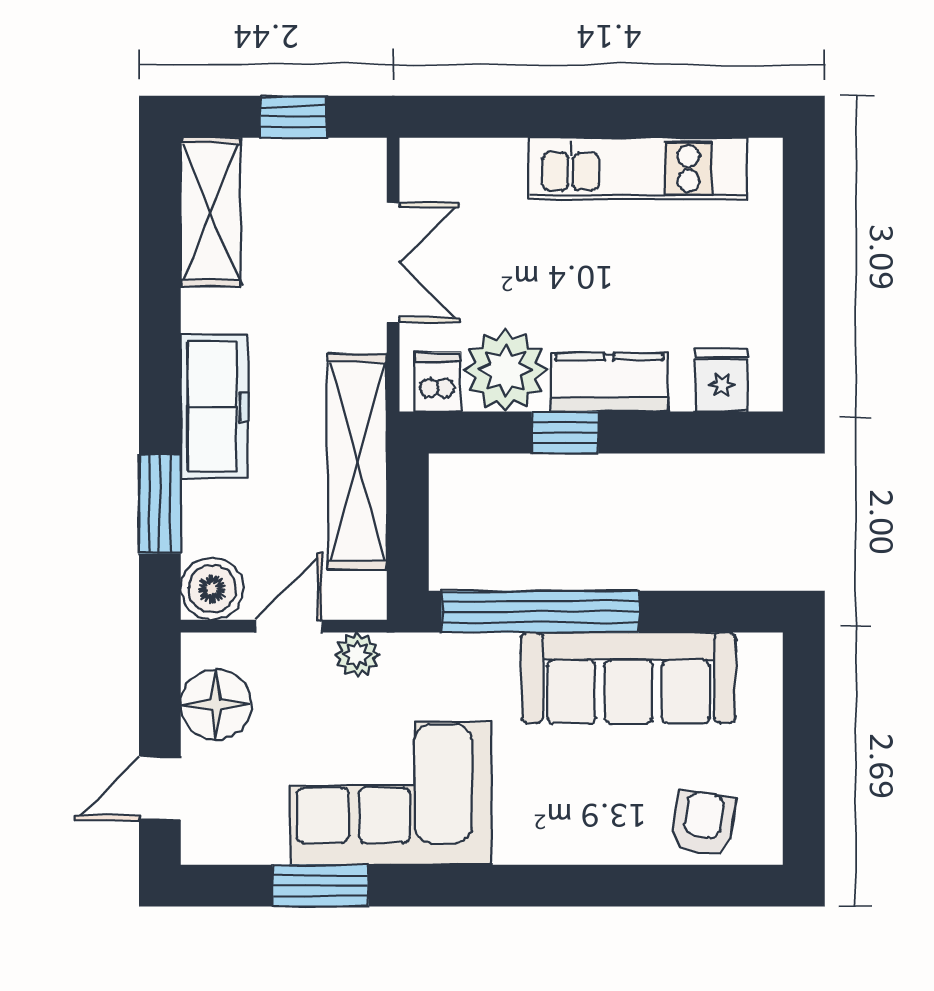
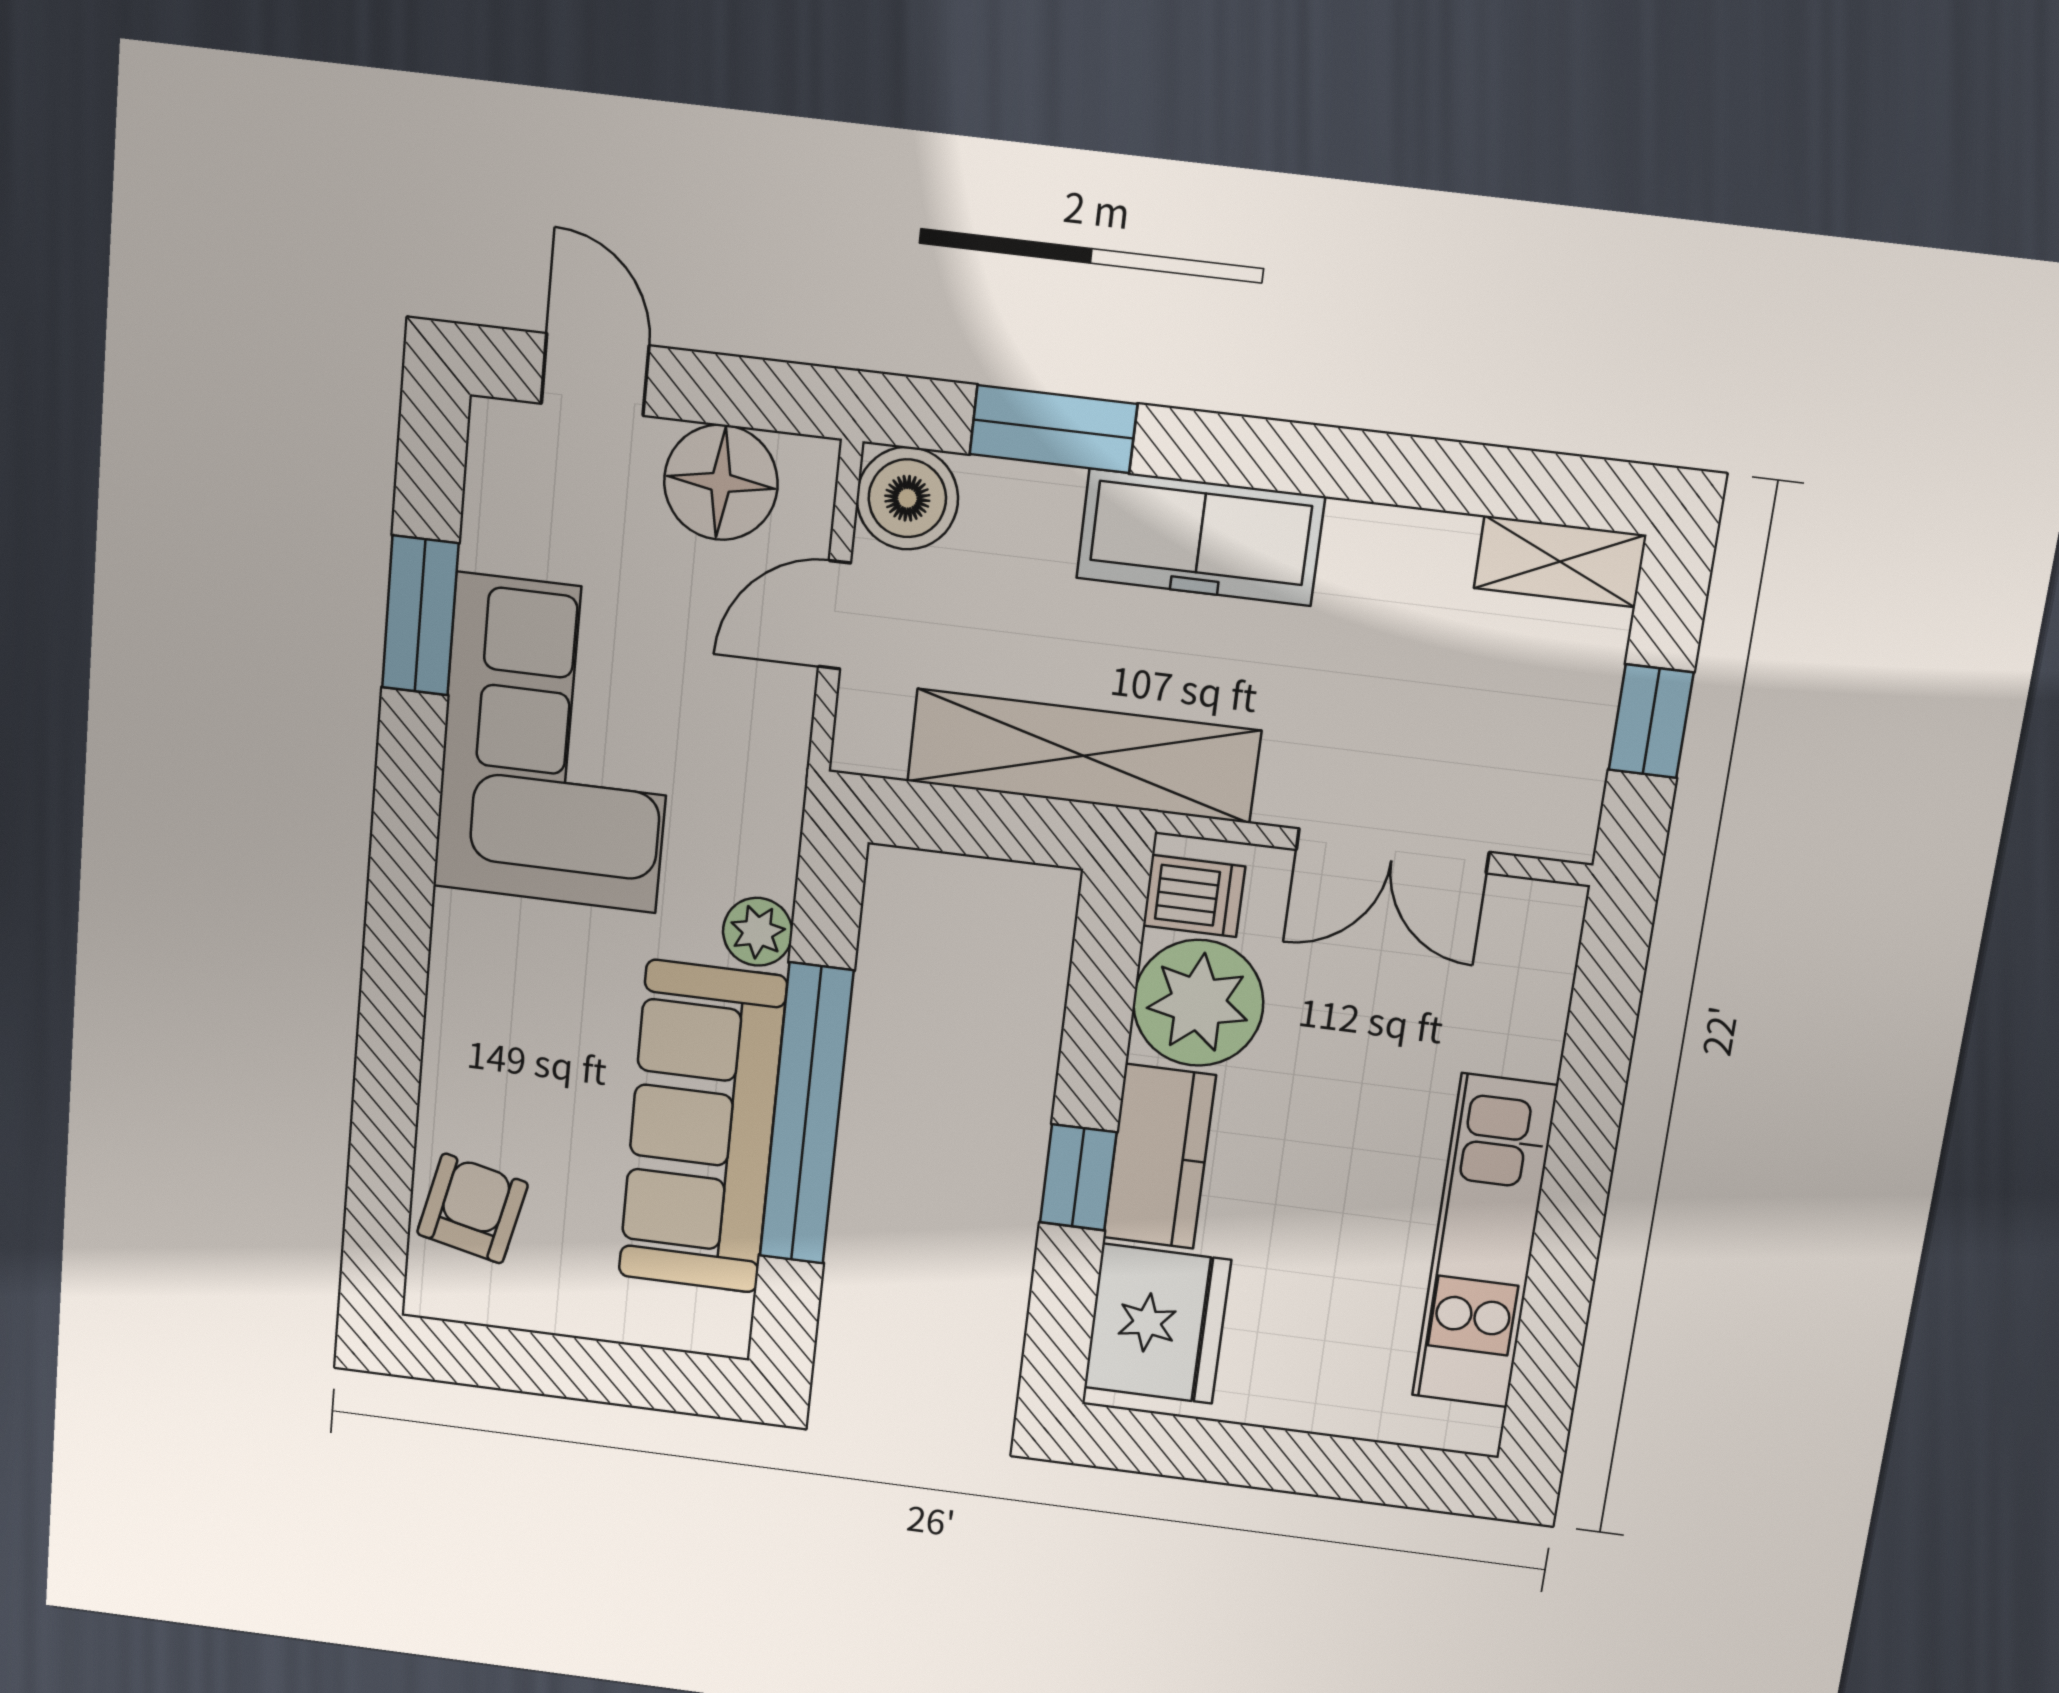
shelving: (210, 212) -> (1560, 561), width x0.67, depth x0.75
fridge: (721, 380) -> (1157, 1324), width x1.88, depth x1.34
window: (565, 432) -> (1078, 1177), moved
window: (540, 612) -> (806, 1114), moved
door: (289, 626) -> (834, 615), swing flipped
plant: (357, 655) -> (758, 932), moved
armchair: (703, 823) -> (472, 1209), turned -85

